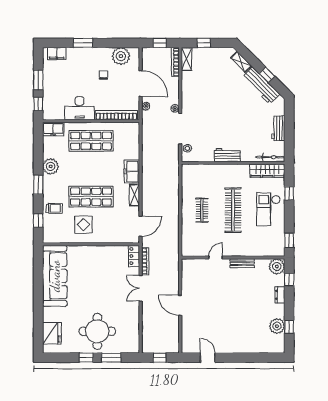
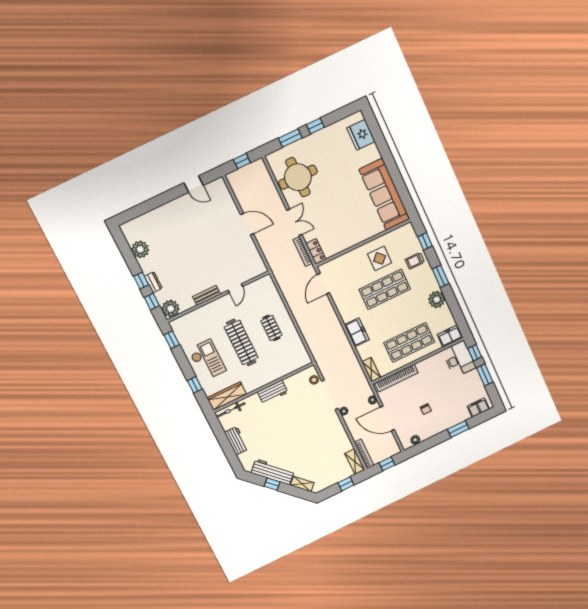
plant: (121, 56) -> (415, 440), width x0.53, depth x0.53
desk: (80, 108) -> (459, 359), moved, turned 90
shelving: (135, 195) -> (371, 370), moved
window: (289, 327) -> (141, 281), moved
round table: (97, 331) -> (298, 177), moved

